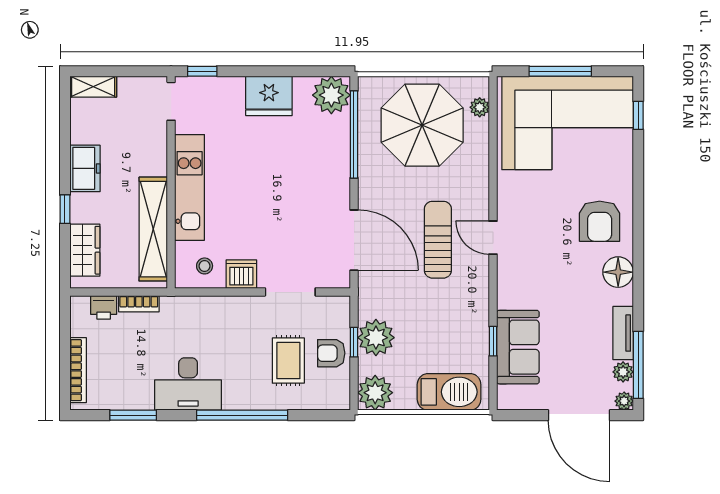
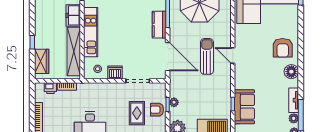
freezer: (85, 168) -> (73, 15), moved, turned 180
kitchen counter: (336, 172) -> (159, 25), added
plant: (376, 338) -> (174, 102), width x0.53, depth x0.53

